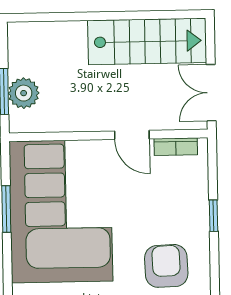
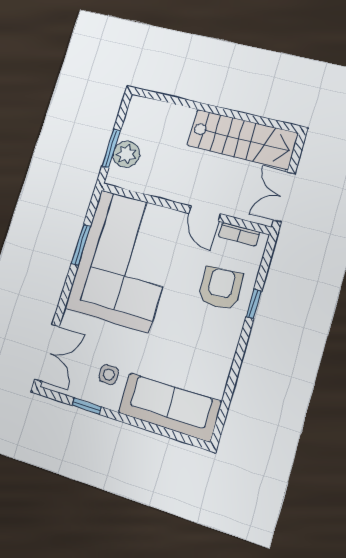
armchair: (166, 266) -> (221, 288), moved

